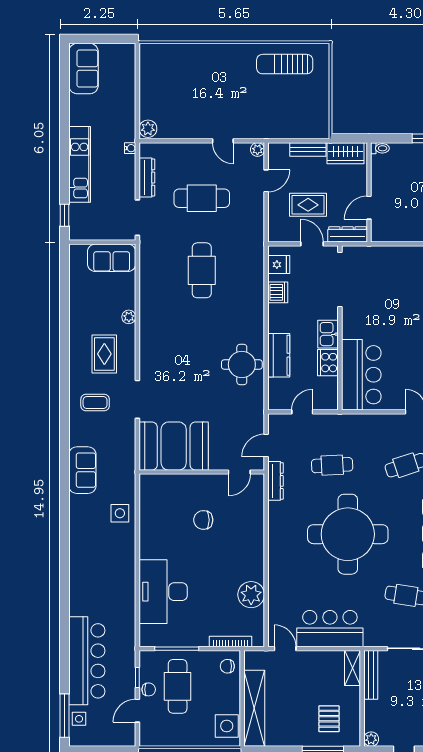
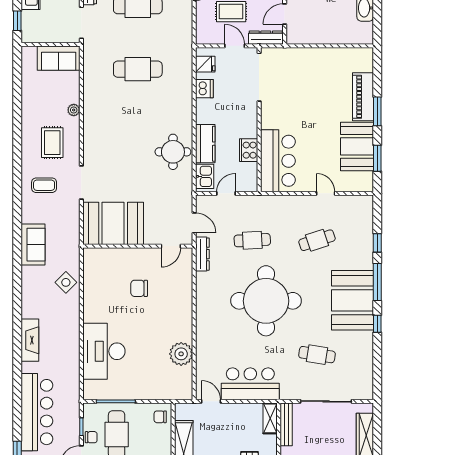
cafe table: (202, 270) -> (138, 69), turned 90
kitchen sink: (328, 334) -> (205, 176), moved, turned 180
door: (266, 446) -> (194, 223), swing flipped
side table: (120, 513) -> (66, 282), turned 45
fireplace: (79, 579) -> (30, 340), added
bookcase: (230, 642) -> (163, 395), removed

